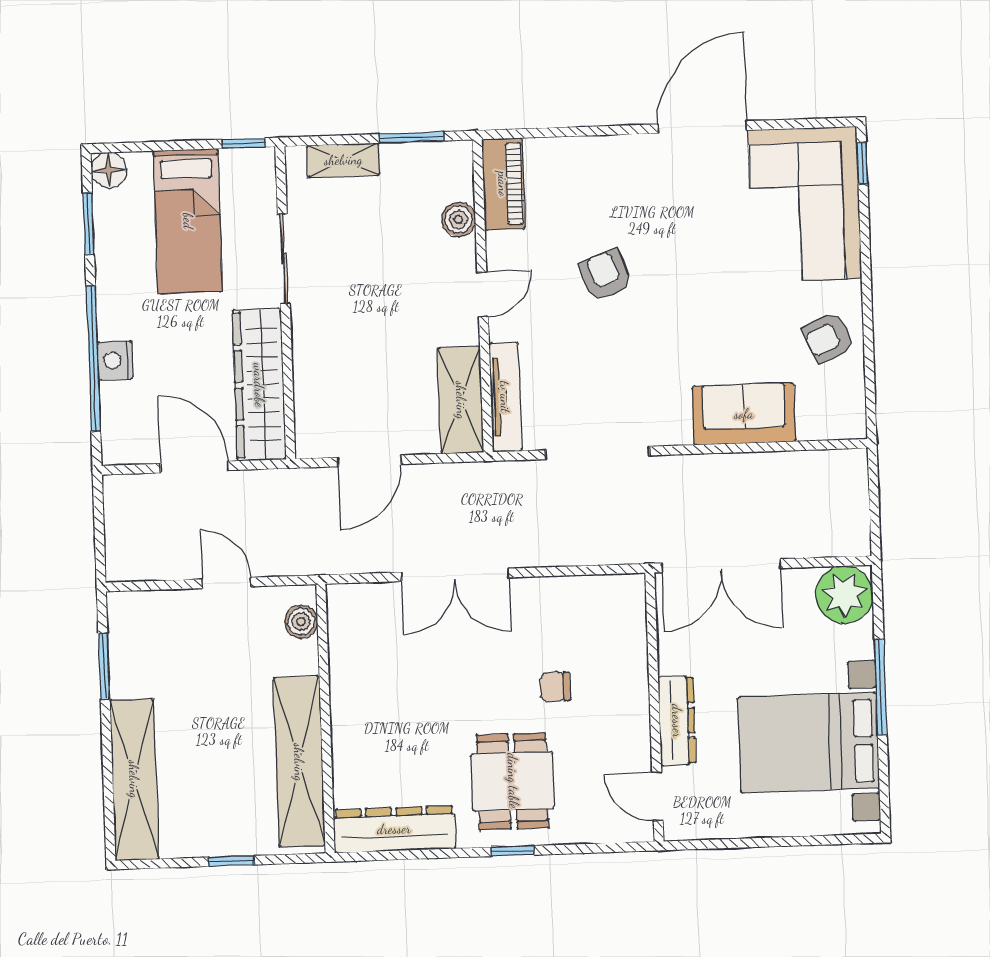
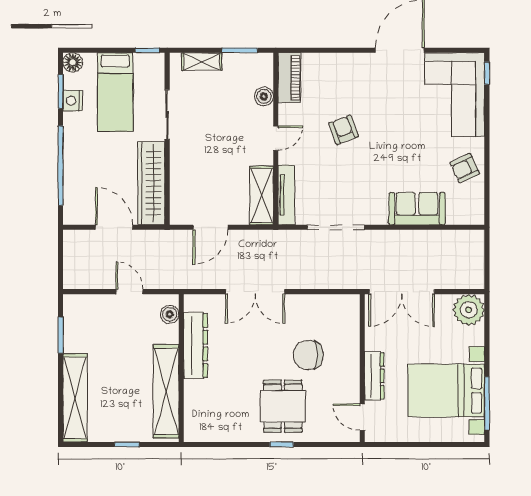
nightstand: (115, 360) -> (73, 101), moved
chair: (555, 687) -> (308, 355), width x1.87, depth x1.87
window: (881, 687) -> (487, 403), moved
dresser: (394, 829) -> (196, 346), moved, turned 90

